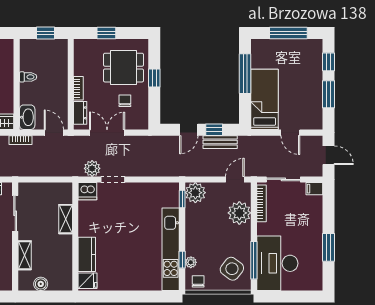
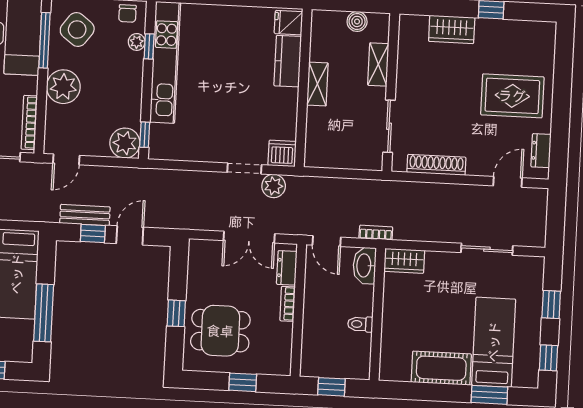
chair: (125, 101) -> (221, 282), removed
plant: (239, 213) -> (63, 87), moved
shelving: (66, 219) -> (317, 84), moved

